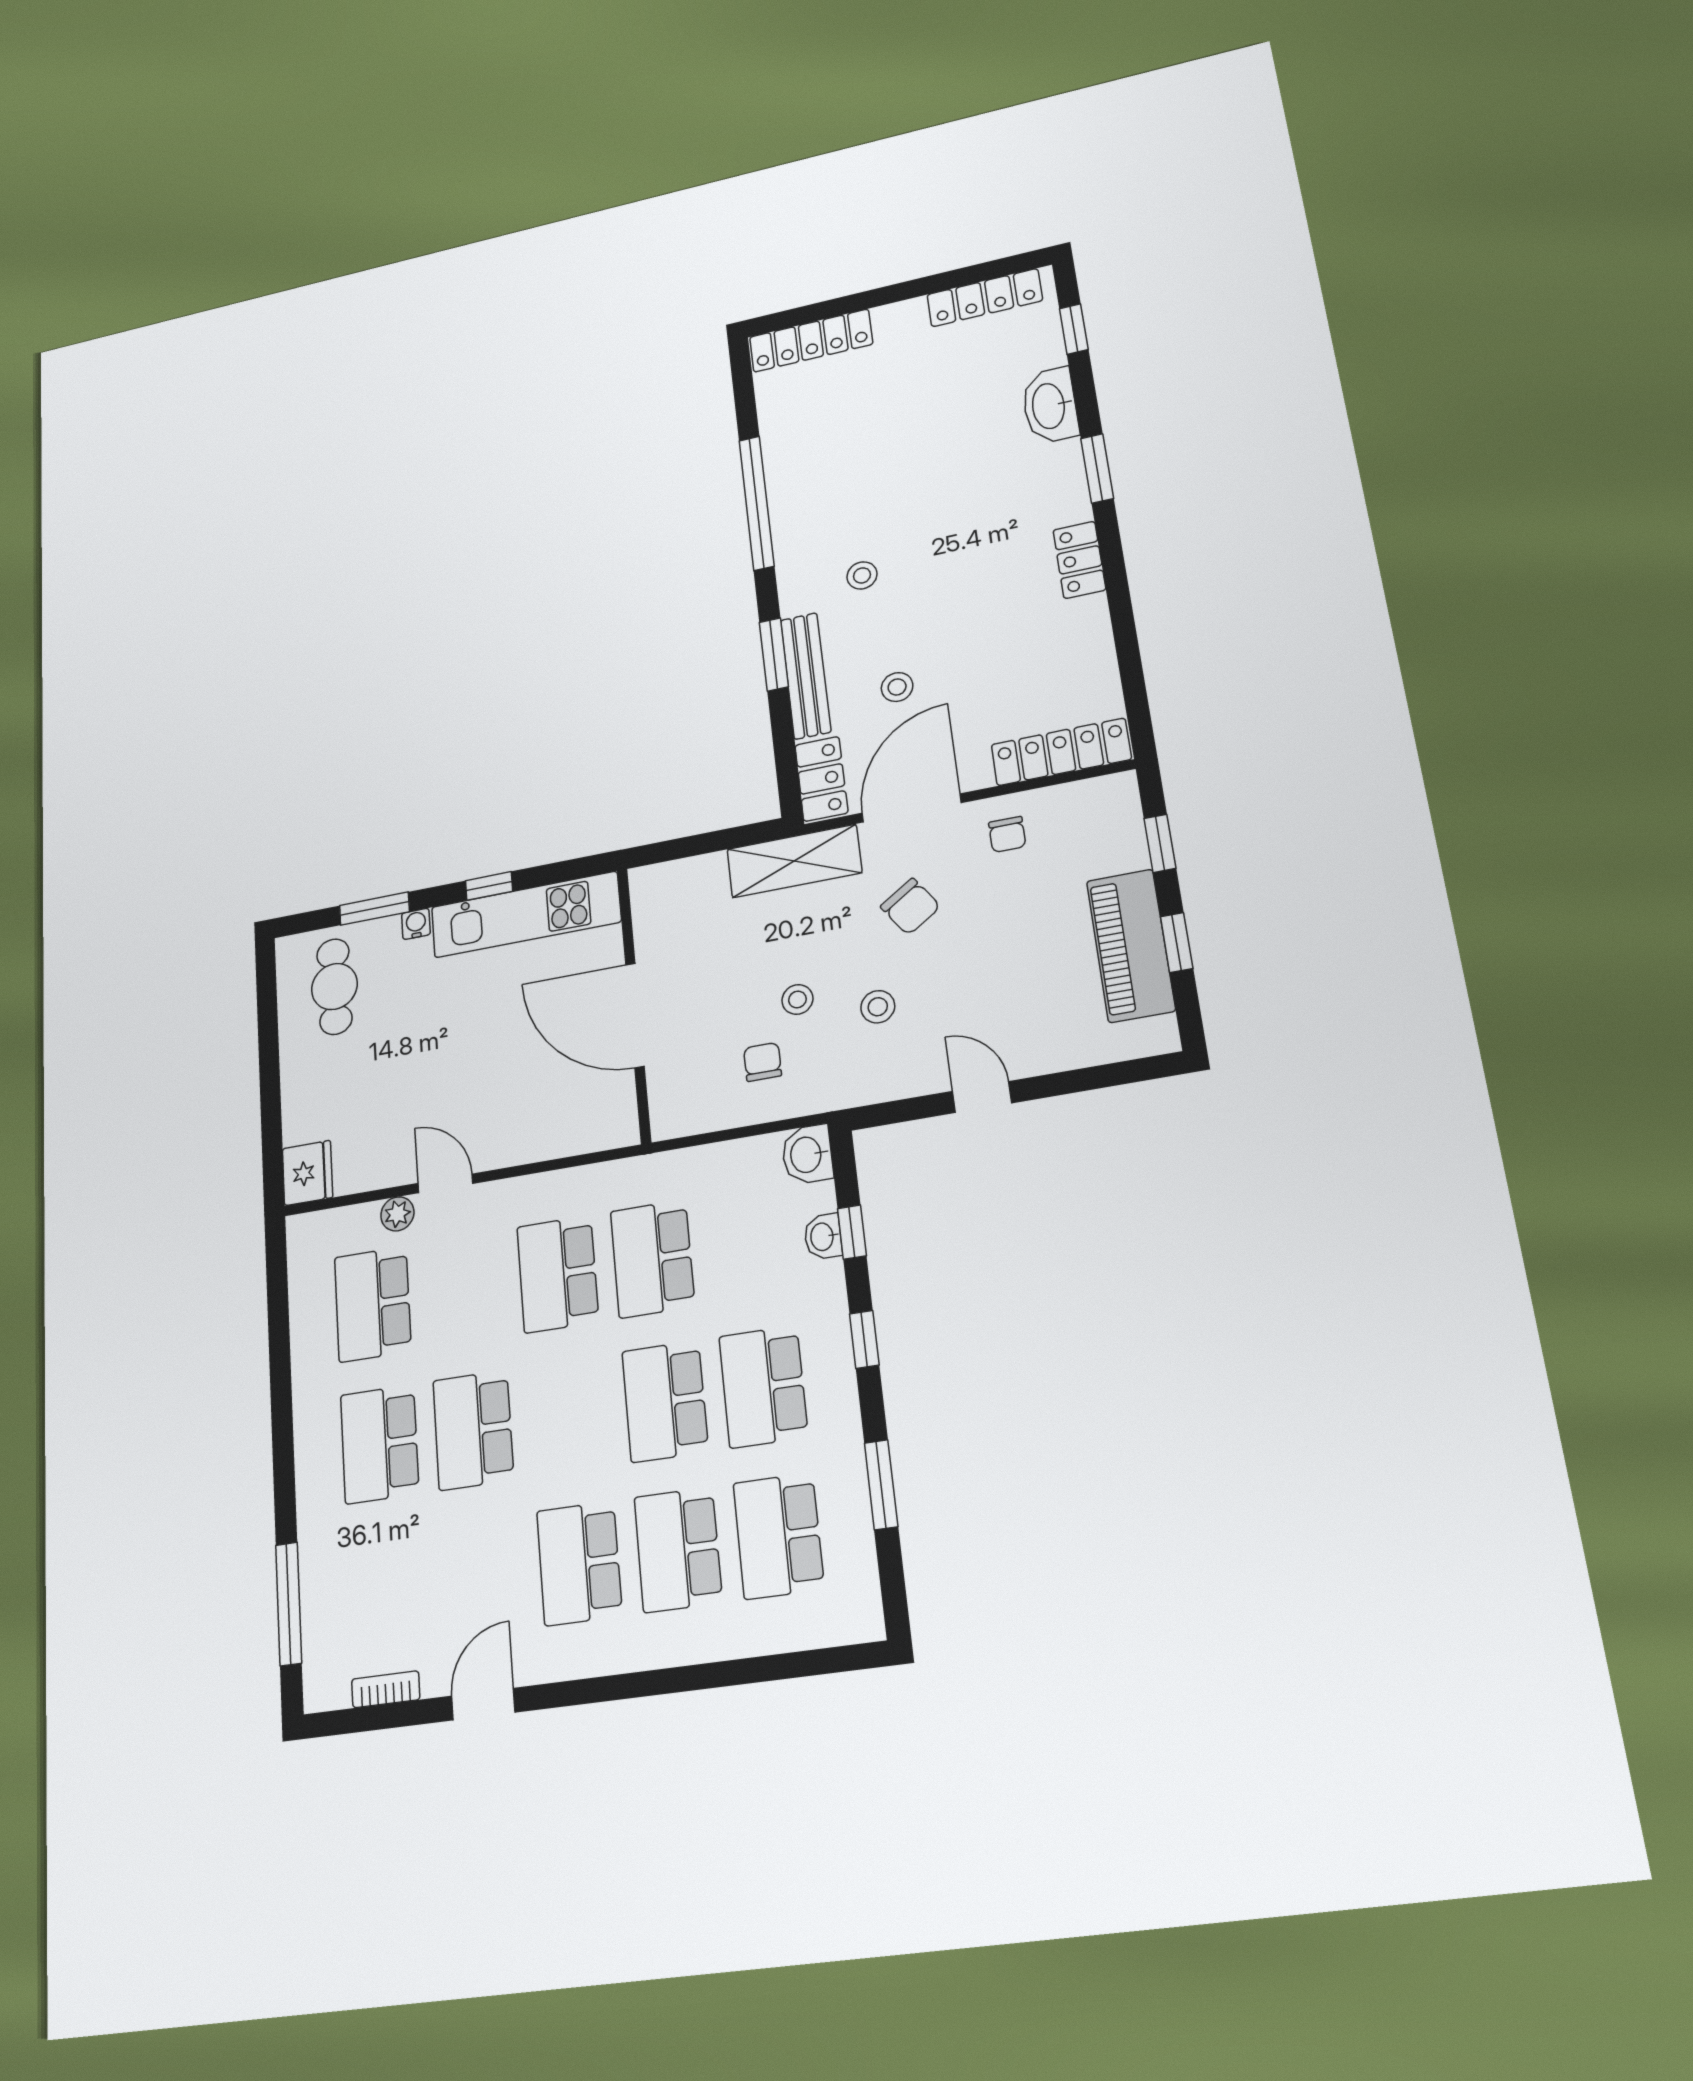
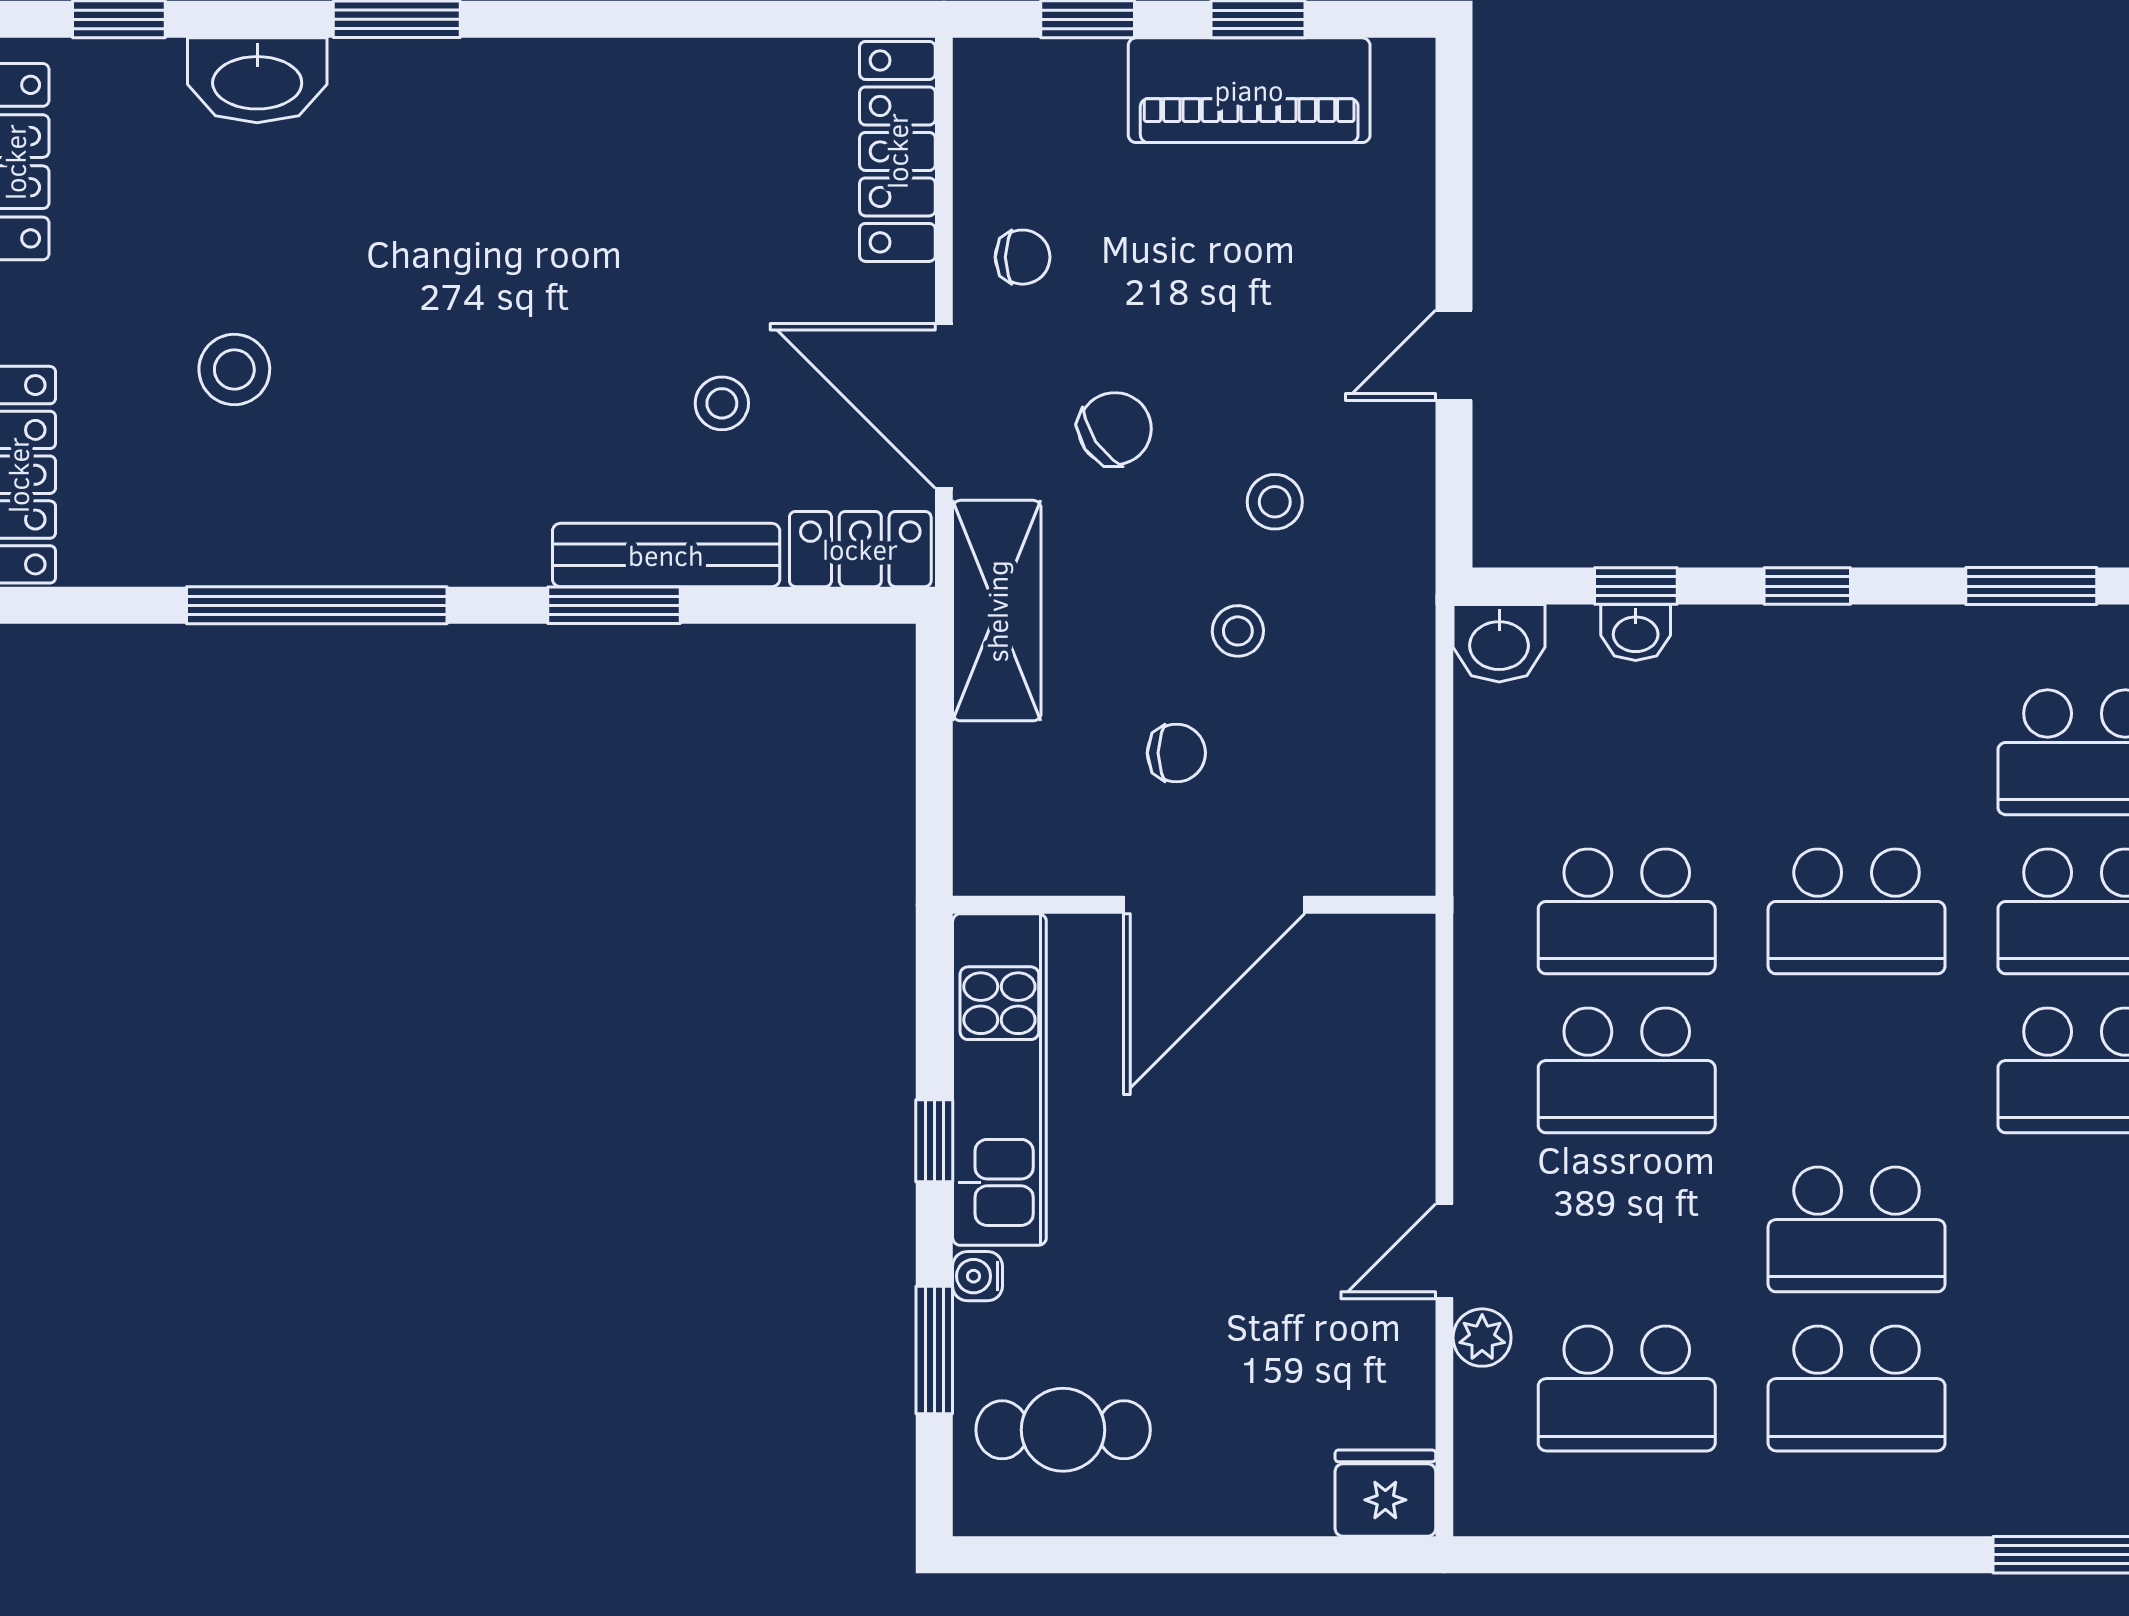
locker: (1079, 560) -> (560, 73), removed
stool: (862, 575) -> (234, 370), moved, width x1.37, depth x1.37
chair: (763, 1062) -> (1176, 753), moved, turned 180
school desk: (763, 1387) -> (1857, 752), removed

